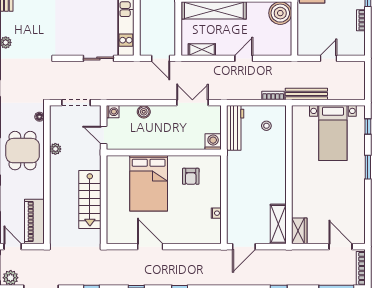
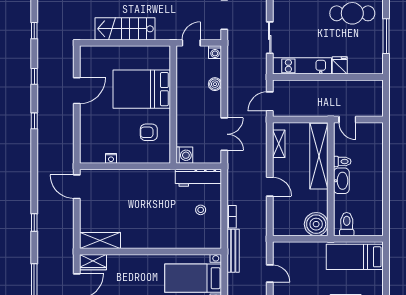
wall: (289, 175) -> (151, 251), moved
shelving: (278, 224) -> (100, 240), moved
wardrobe: (299, 231) -> (93, 262), moved

